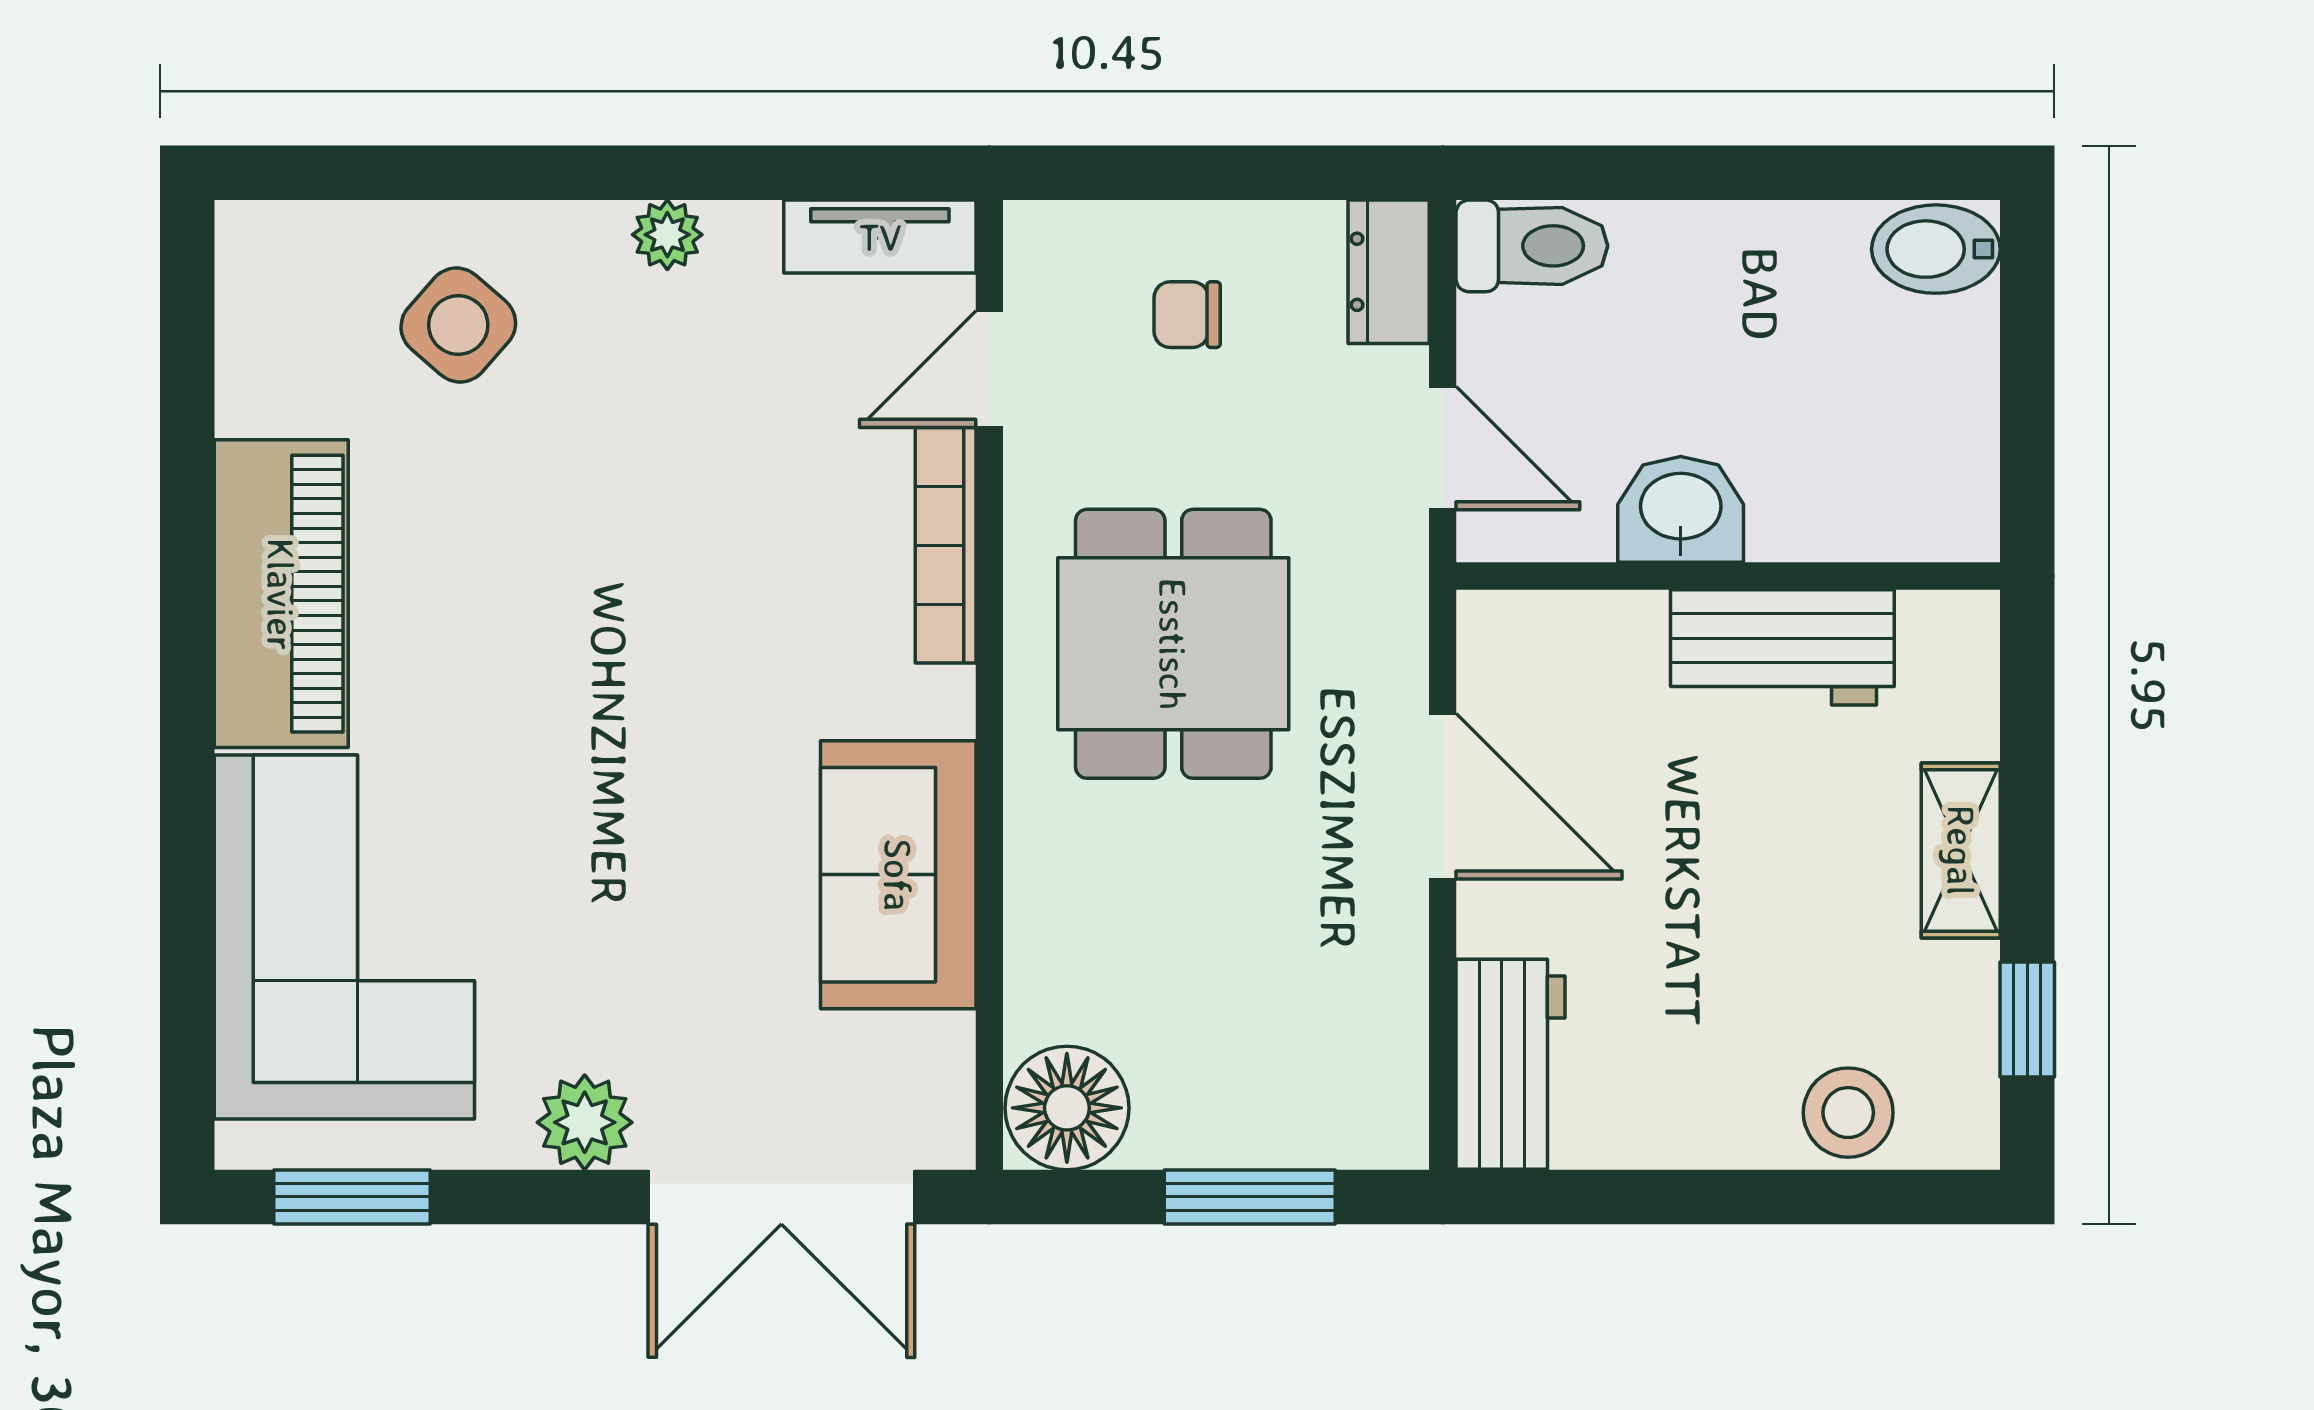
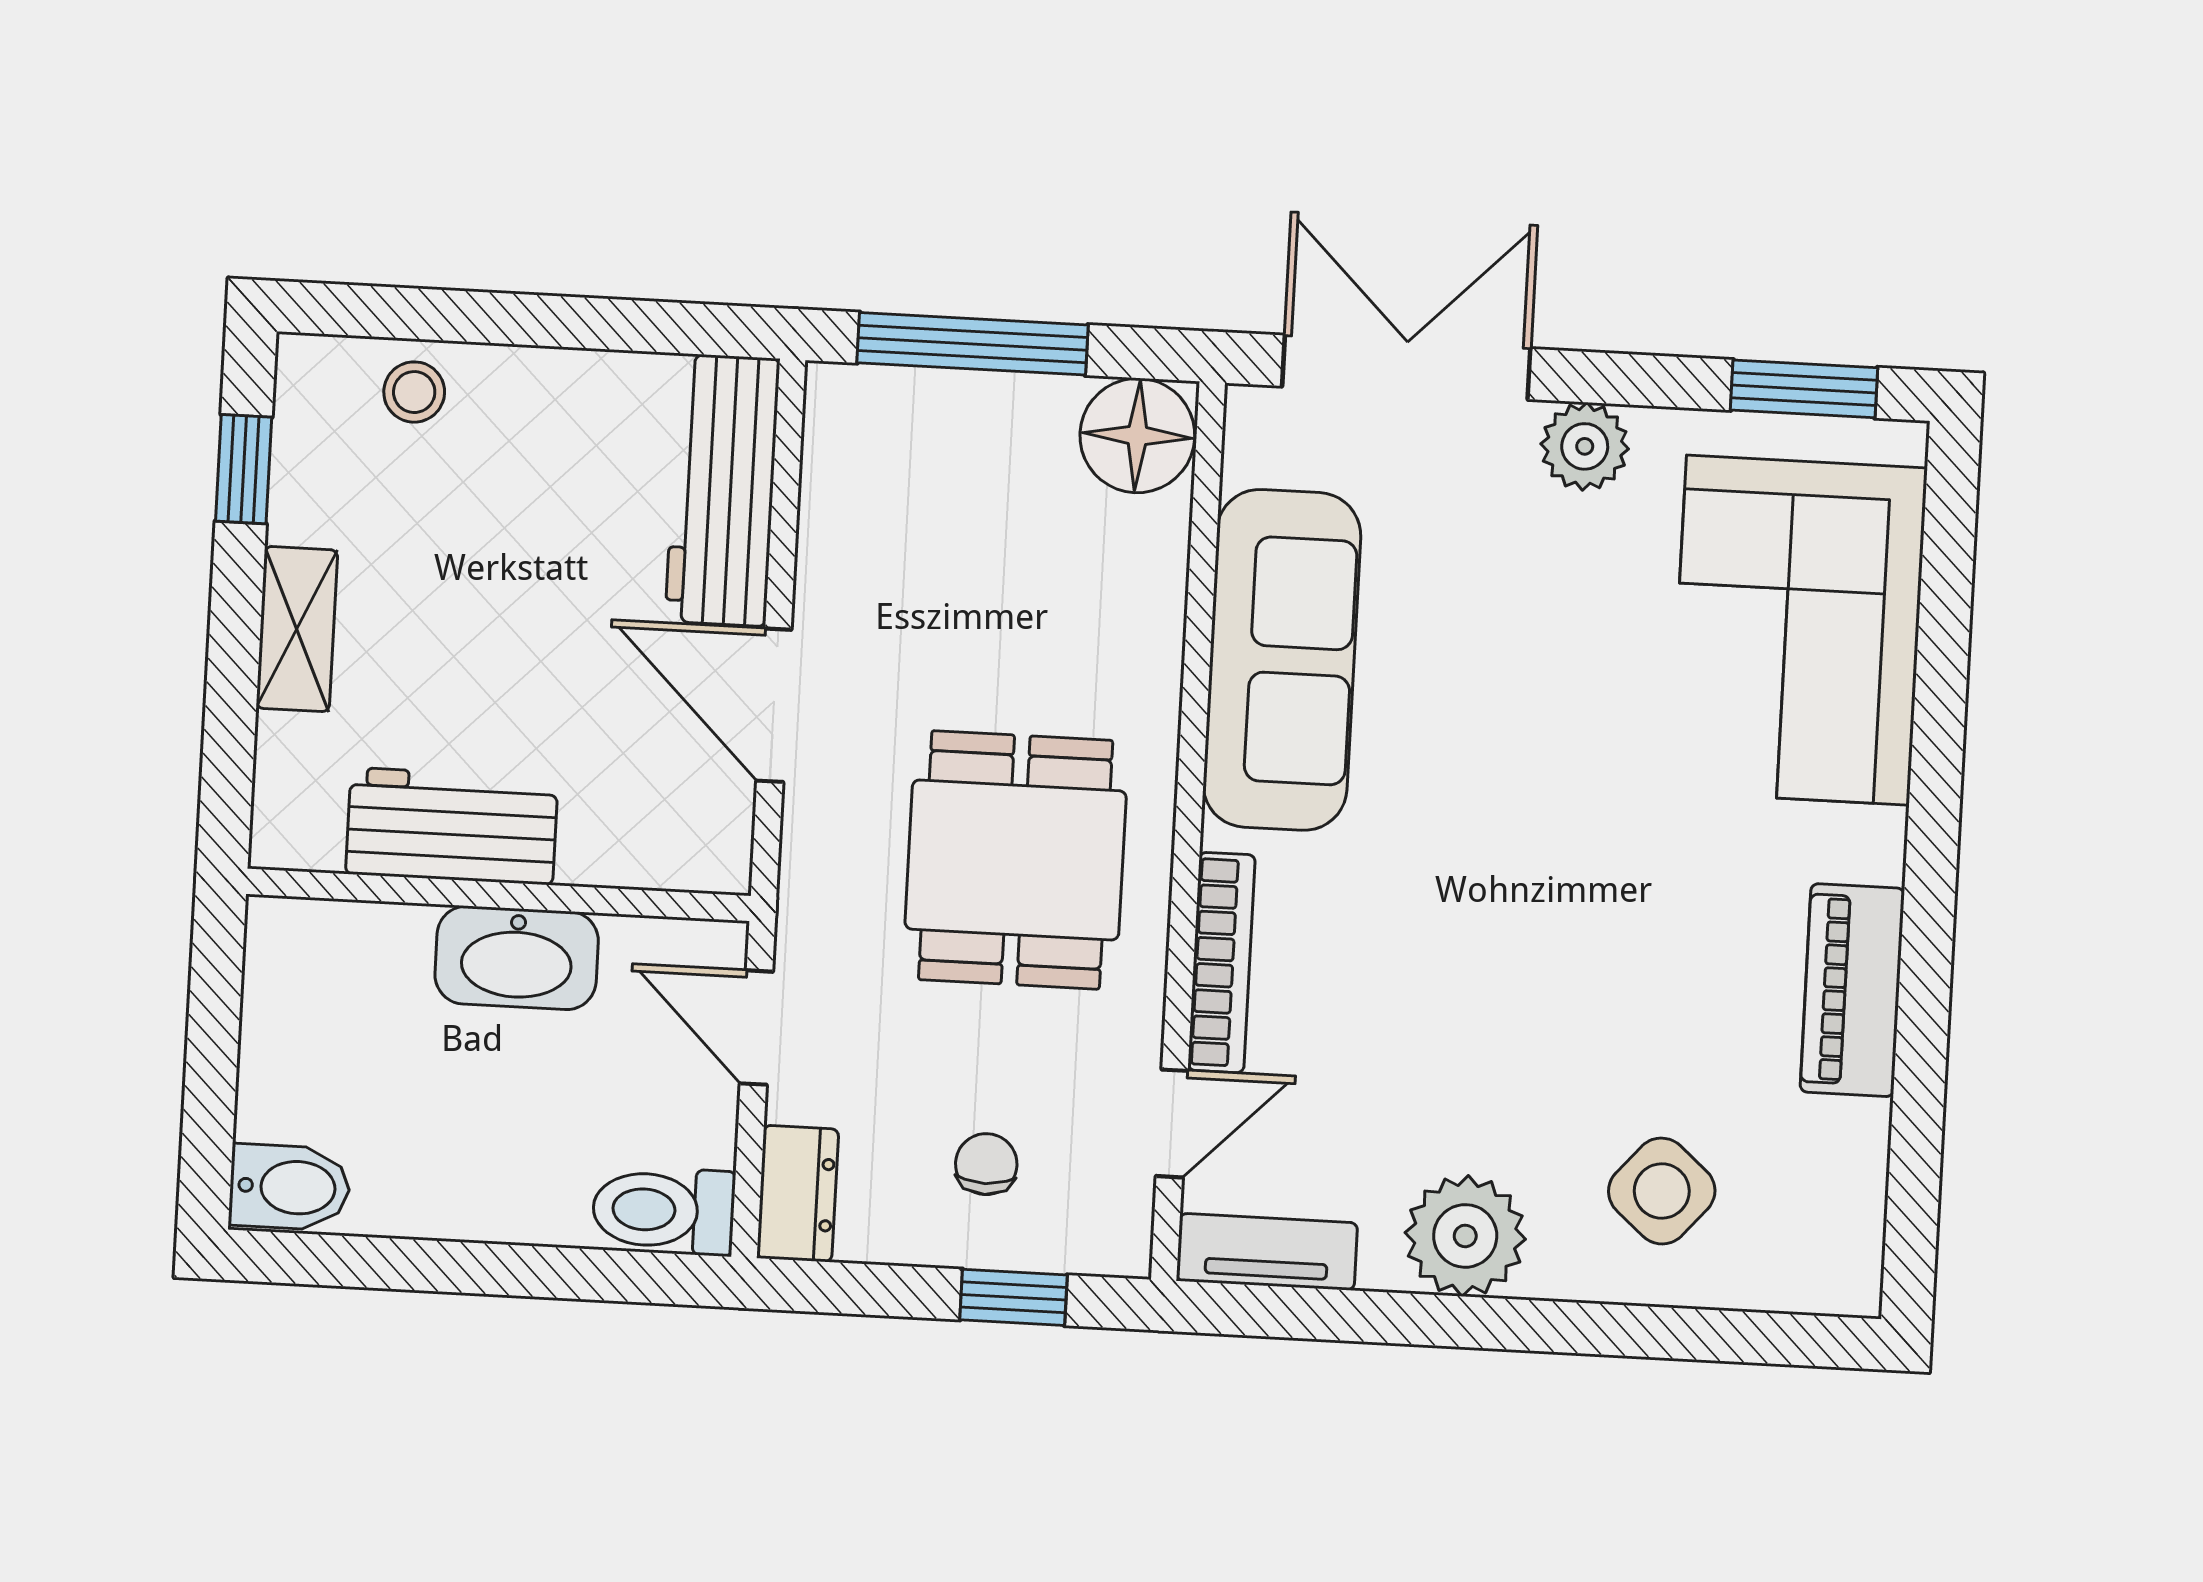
window: (1150, 173) -> (1014, 1297), added
plant: (667, 235) -> (1465, 1236), width x1.87, depth x1.87
chair: (1187, 315) -> (986, 1164), turned -90
washbasin: (1681, 509) -> (517, 958), width x1.38
piano: (281, 594) -> (1852, 990), width x0.73, depth x0.75
sofa: (898, 875) -> (1282, 660), width x1.36
workbench: (1511, 1064) -> (722, 490), width x1.38
stool: (1848, 1113) -> (414, 392), width x0.73, depth x0.73
window: (1250, 1197) -> (973, 344), width x1.44

